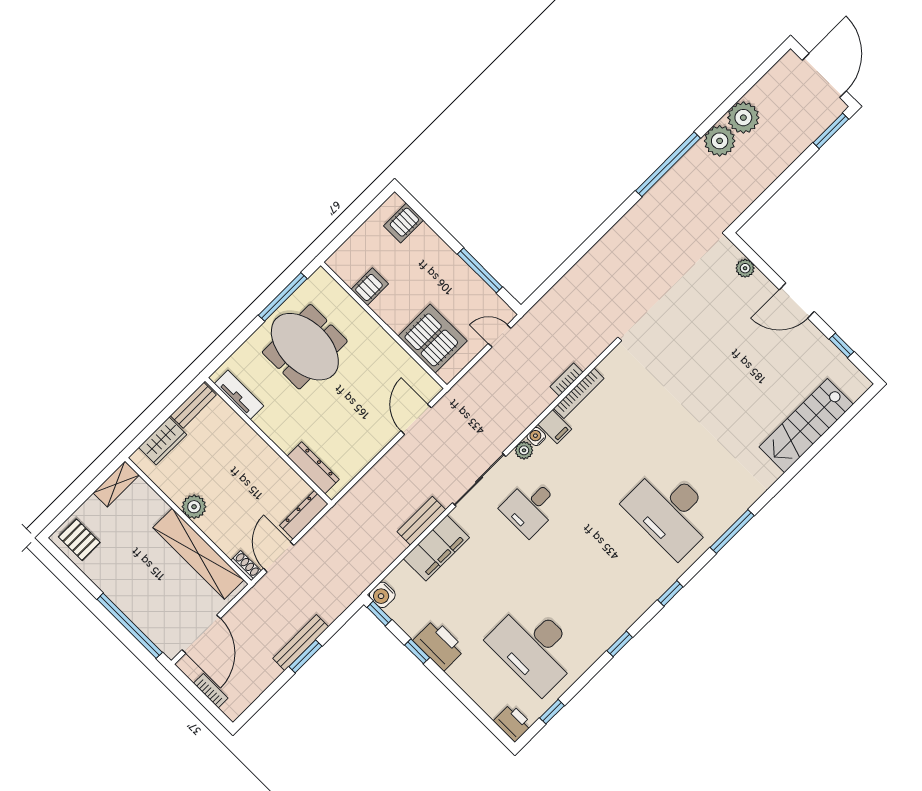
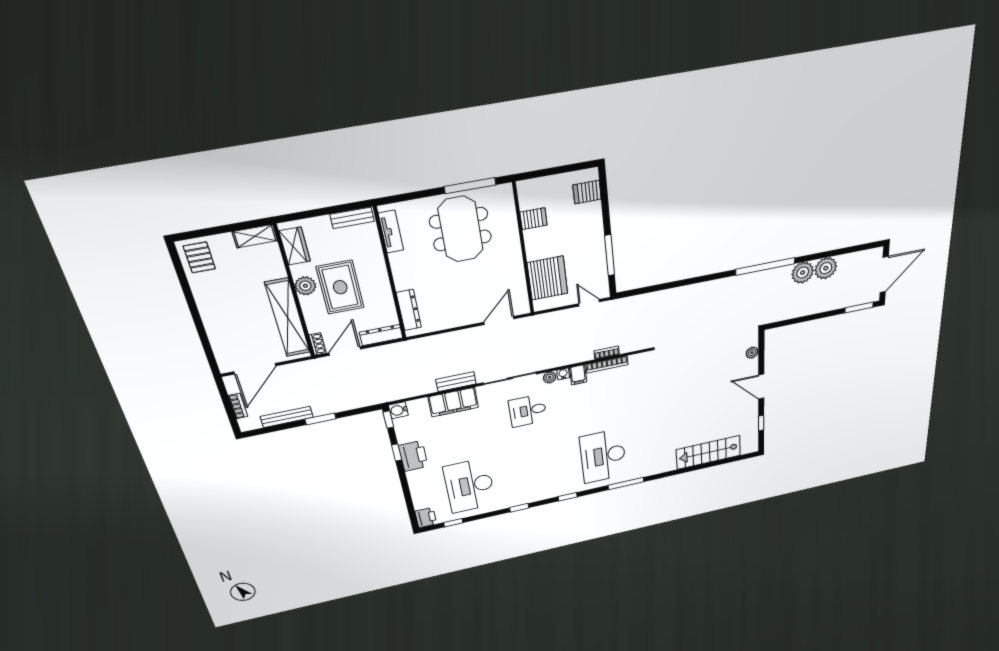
wardrobe: (163, 441) -> (295, 246), moved, turned -90
rug: (228, 487) -> (340, 287), added
window: (130, 626) -> (203, 336), removed
bench: (301, 643) -> (287, 417), moved

